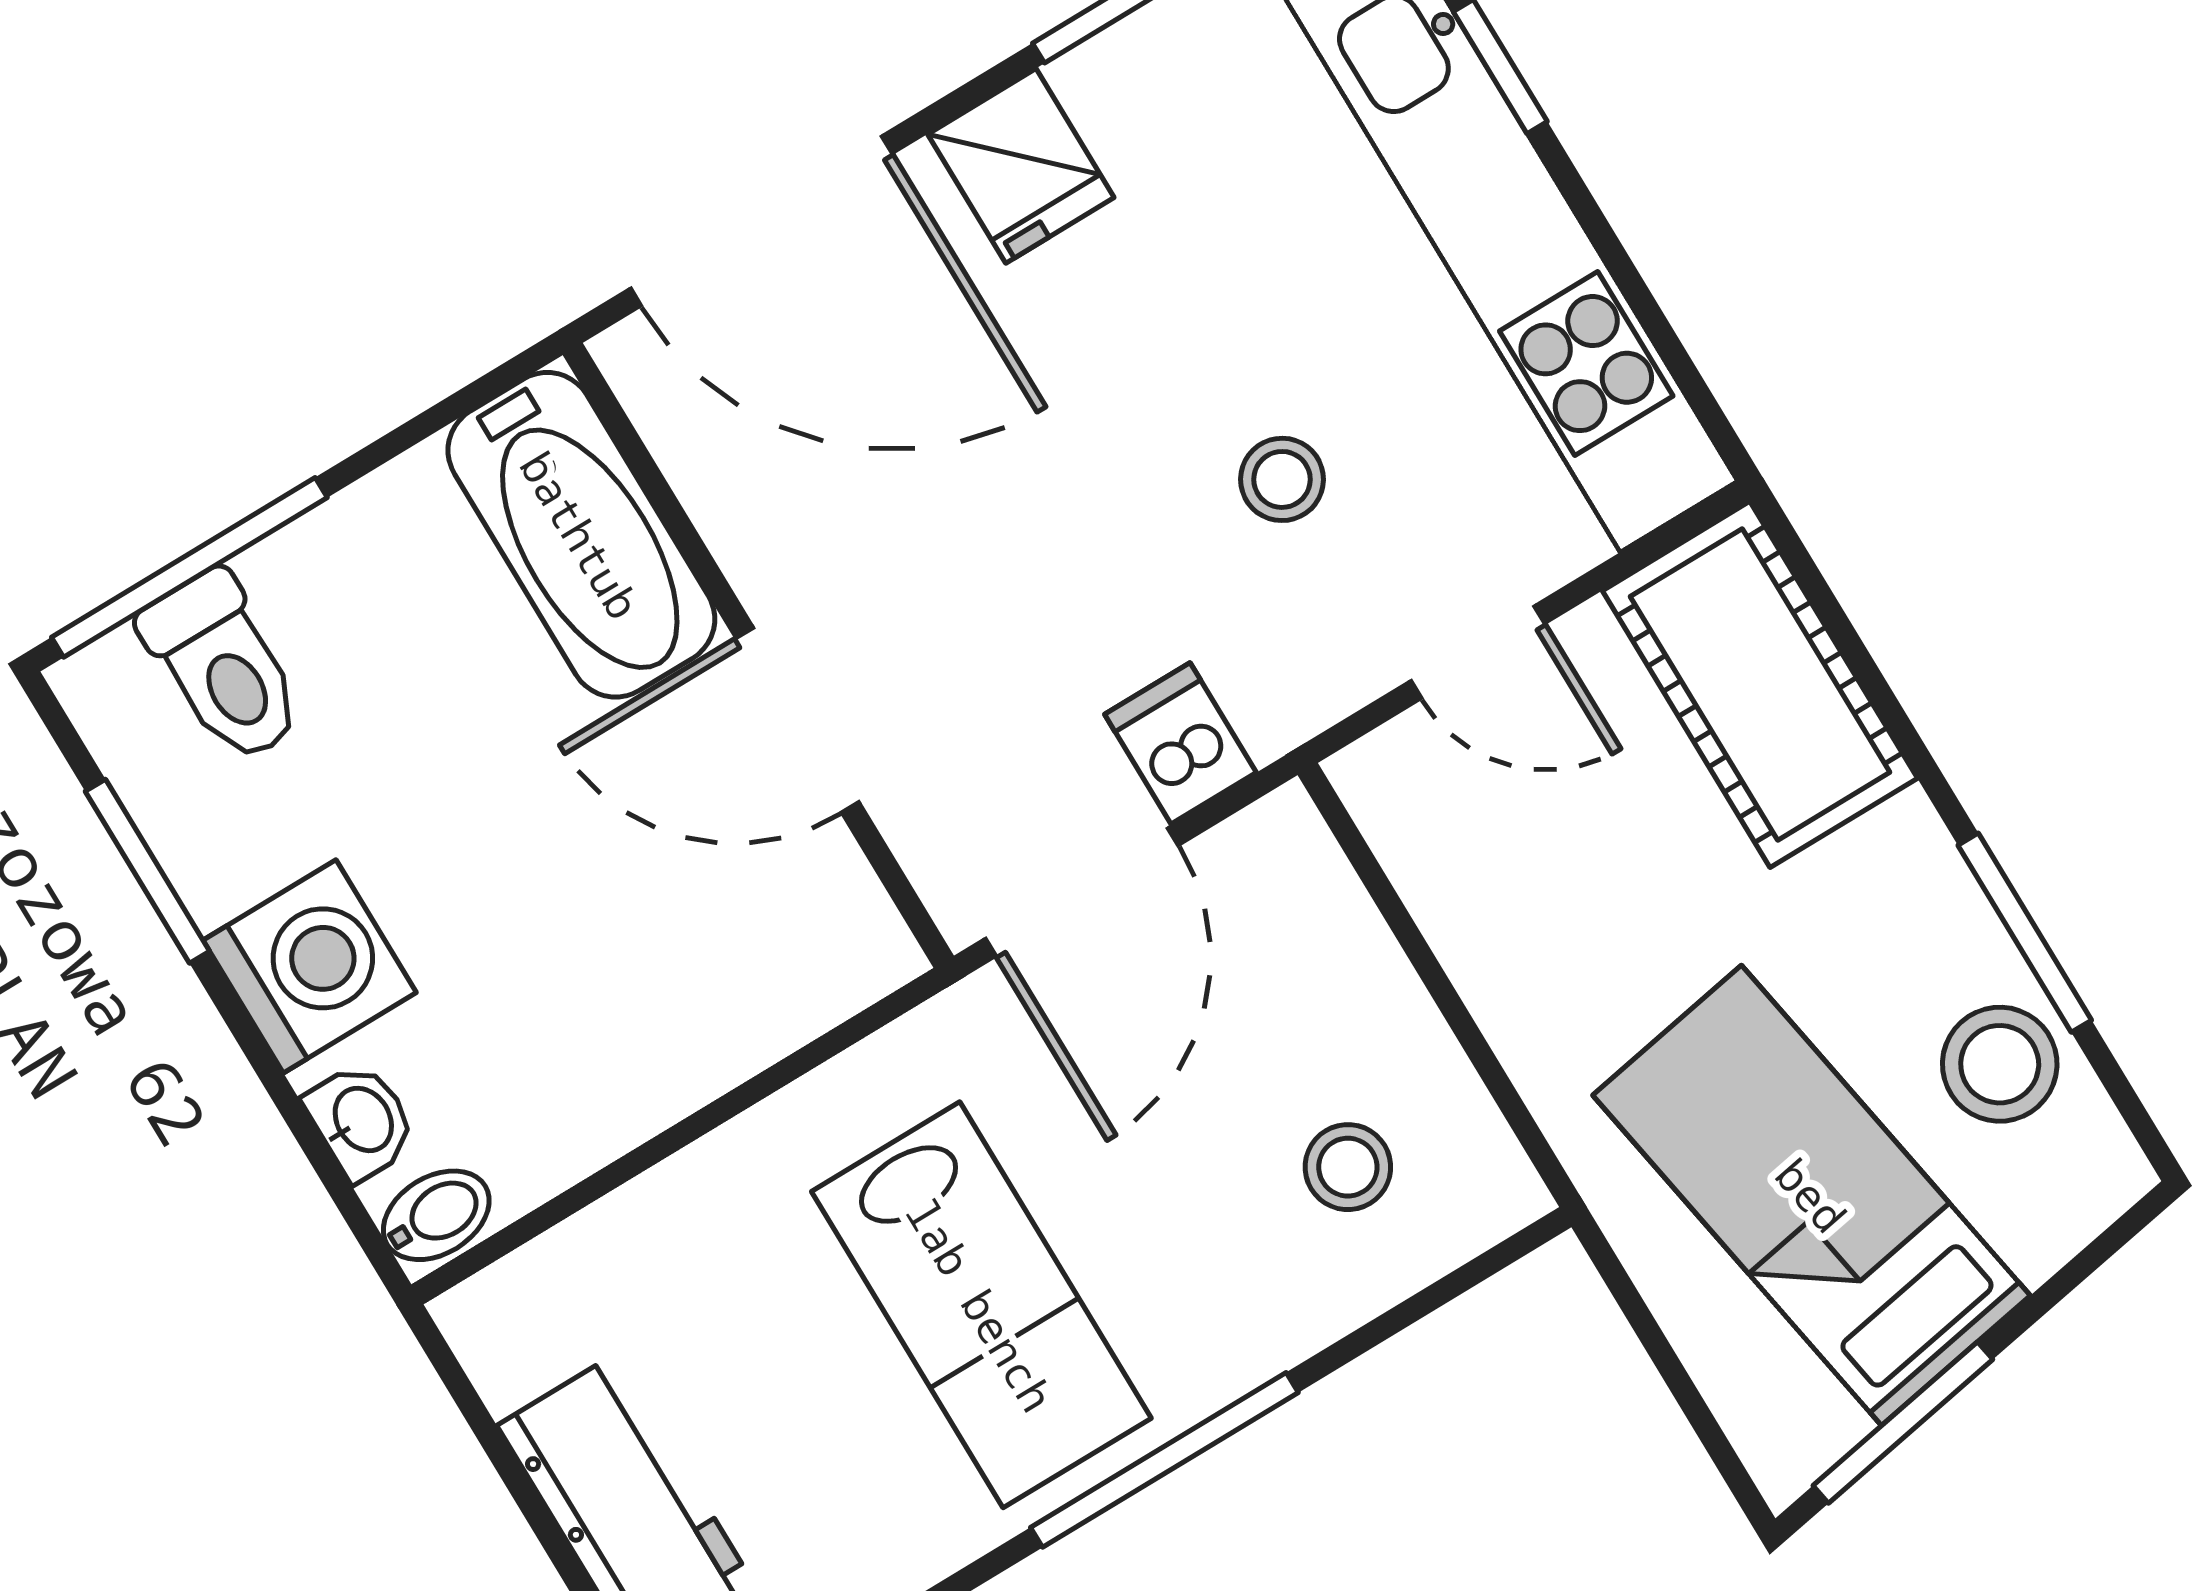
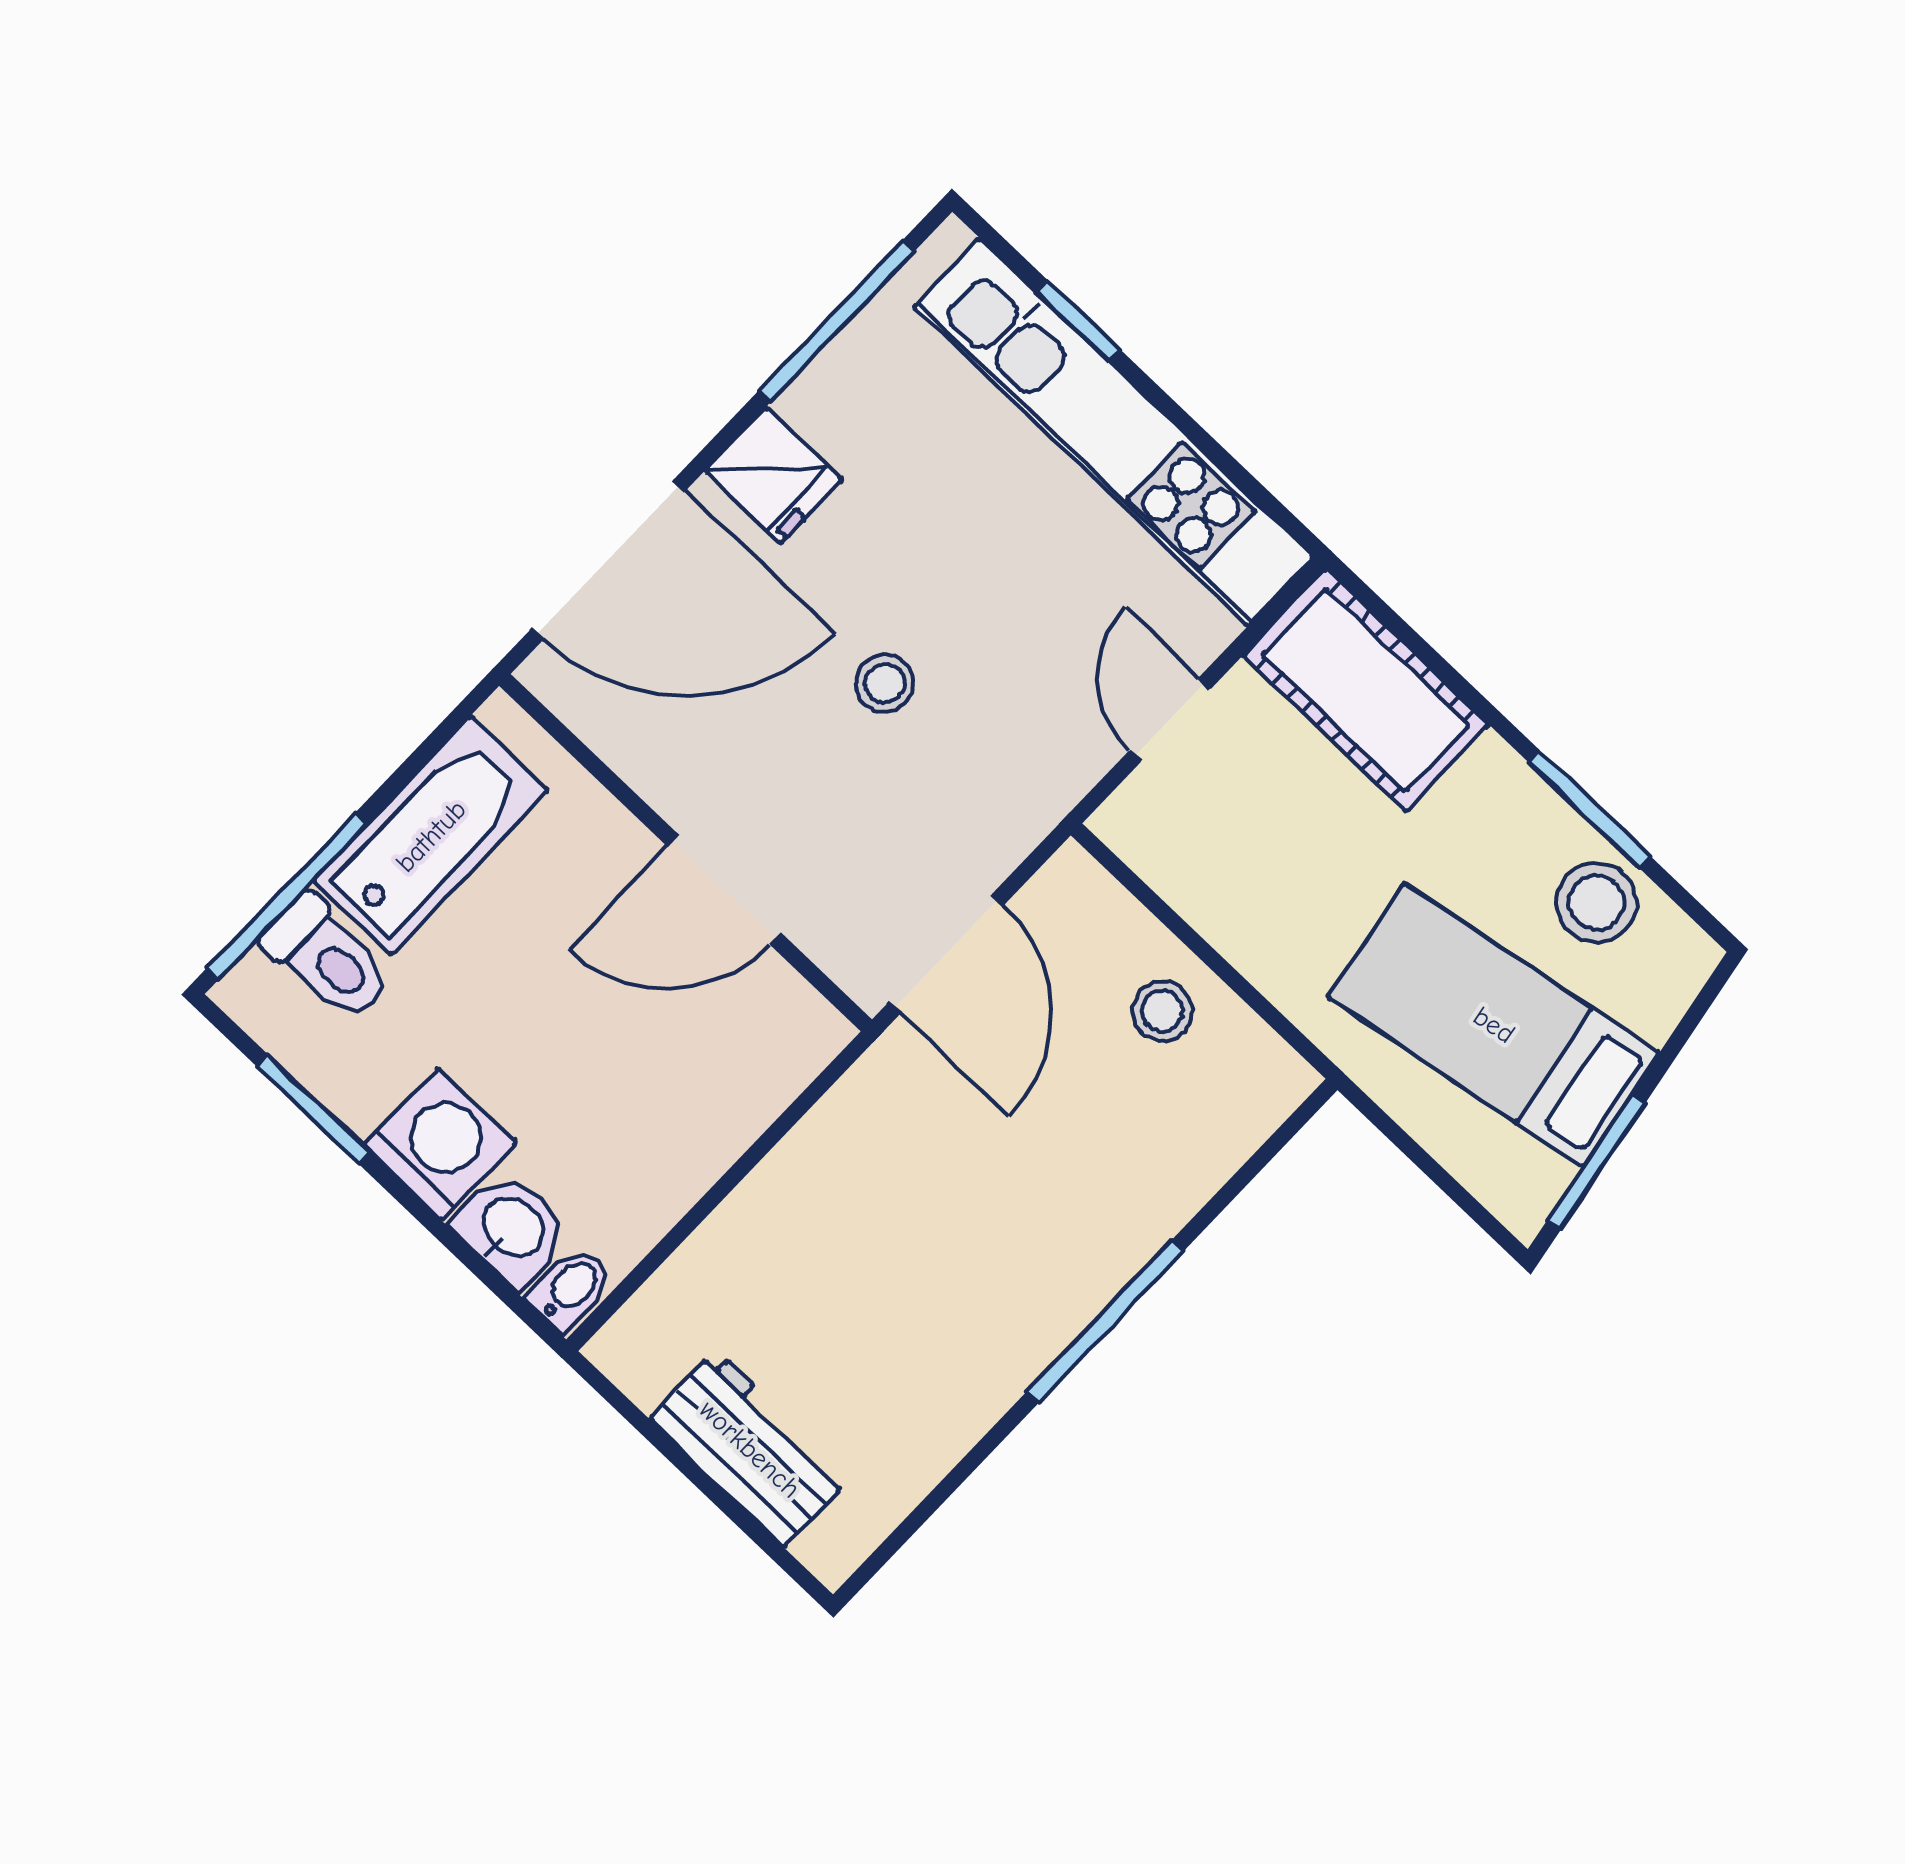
stool: (1282, 479) -> (885, 683), moved
bathtub: (581, 535) -> (431, 836), moved, turned -90
door: (1478, 652) -> (1170, 720), swing flipped
dishwasher: (1181, 743) -> (986, 835), removed
washbasin: (361, 1121) -> (512, 1229), width x1.38, depth x1.45
stool: (1348, 1167) -> (1162, 1011), moved
lab bench: (981, 1305) -> (954, 1250), removed

